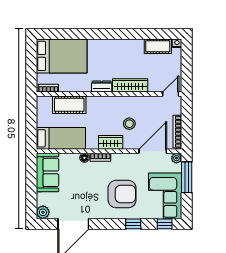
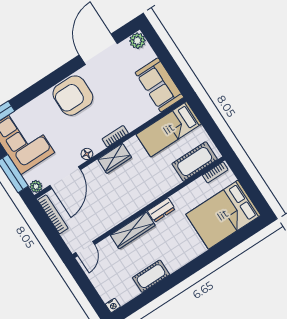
cot: (158, 46) -> (151, 276), moved
cot: (69, 105) -> (195, 162), moved
stool: (129, 124) -> (108, 190), removed
floor lamp: (84, 158) -> (87, 154), moved
armchair: (122, 194) -> (73, 96), moved
window: (133, 224) -> (36, 90), removed

